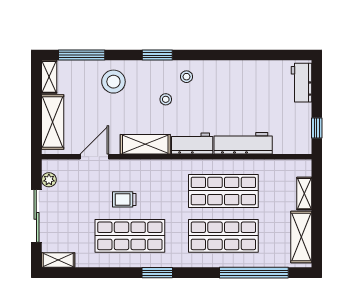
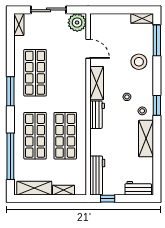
window: (157, 55) -> (157, 105), moved
shelving: (53, 122) -> (146, 139), moved, turned 90
workbench: (243, 143) -> (97, 175), moved
plant: (49, 180) -> (77, 23), width x1.88, depth x1.88
trolley: (124, 199) -> (60, 69), removed
window: (157, 273) -> (10, 91), width x1.44

